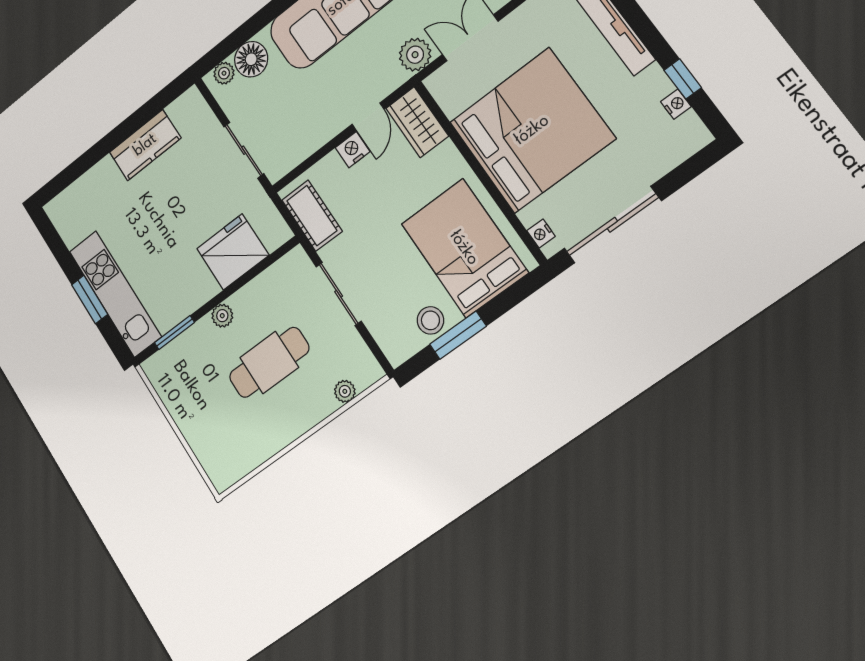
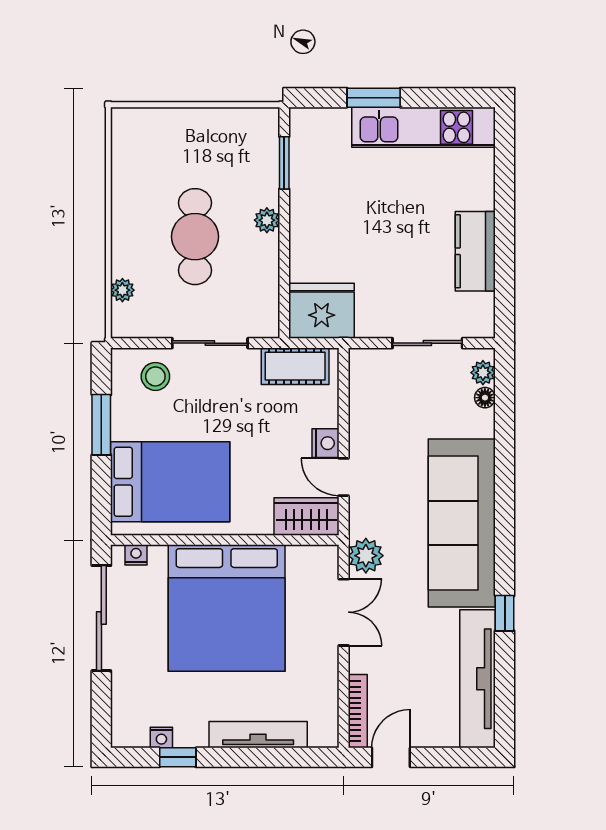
floor lamp: (251, 59) -> (485, 398), width x0.53, depth x0.53
sliding door: (244, 150) -> (427, 343), moved
fridge: (233, 252) -> (322, 311), moved, turned -90
kitchen unit: (115, 294) -> (423, 127), moved
stool: (430, 320) -> (155, 376), moved

